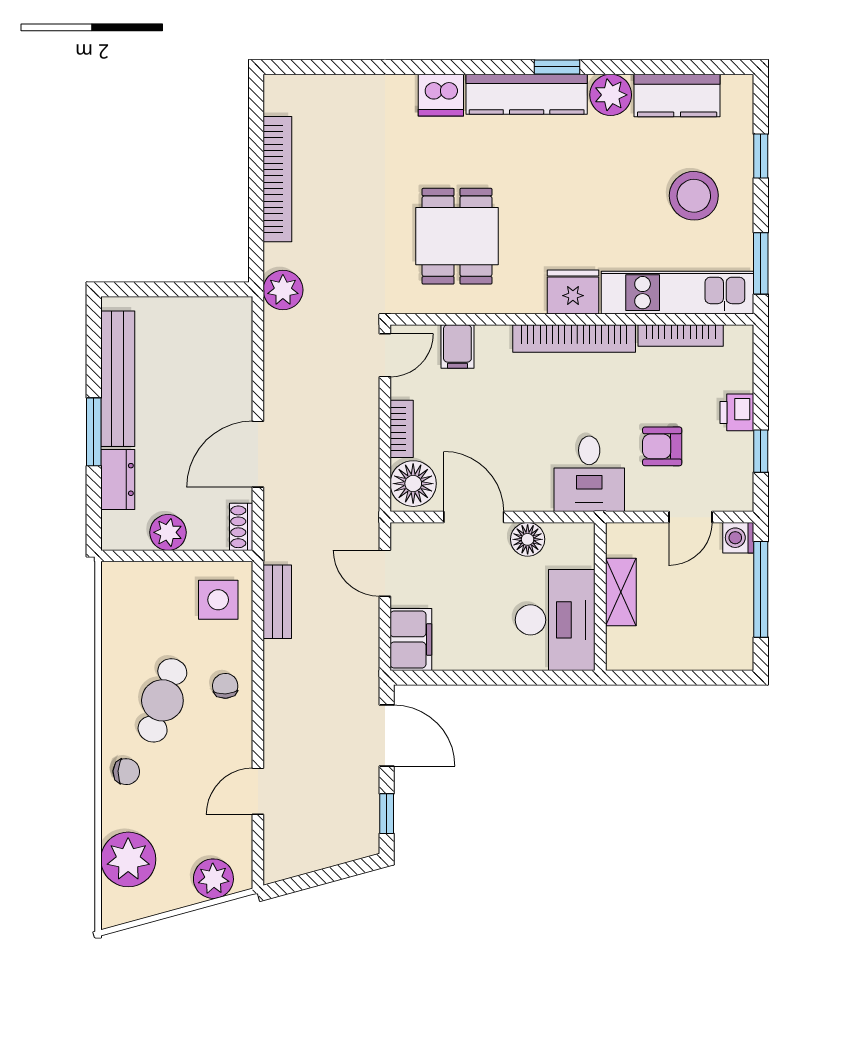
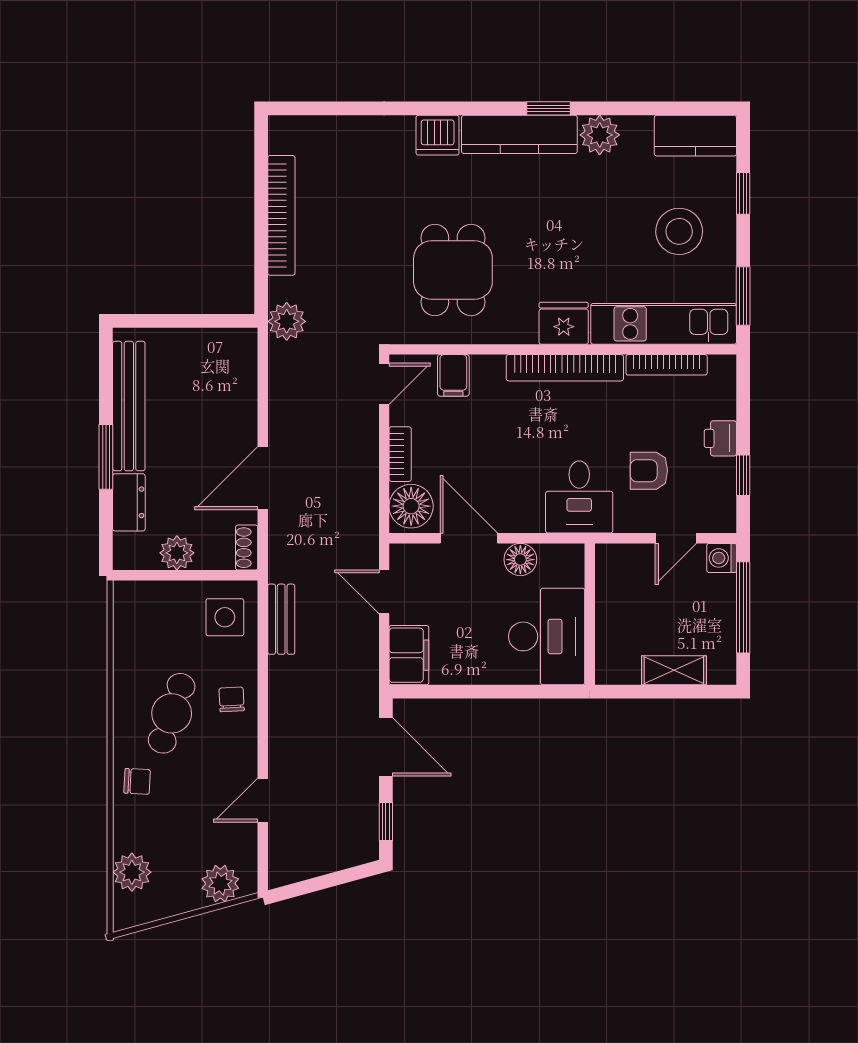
kitchen counter: (677, 95) -> (695, 136), moved
shelving: (621, 592) -> (674, 670), moved, turned 90
plant: (128, 859) -> (132, 872), width x0.73, depth x0.73

